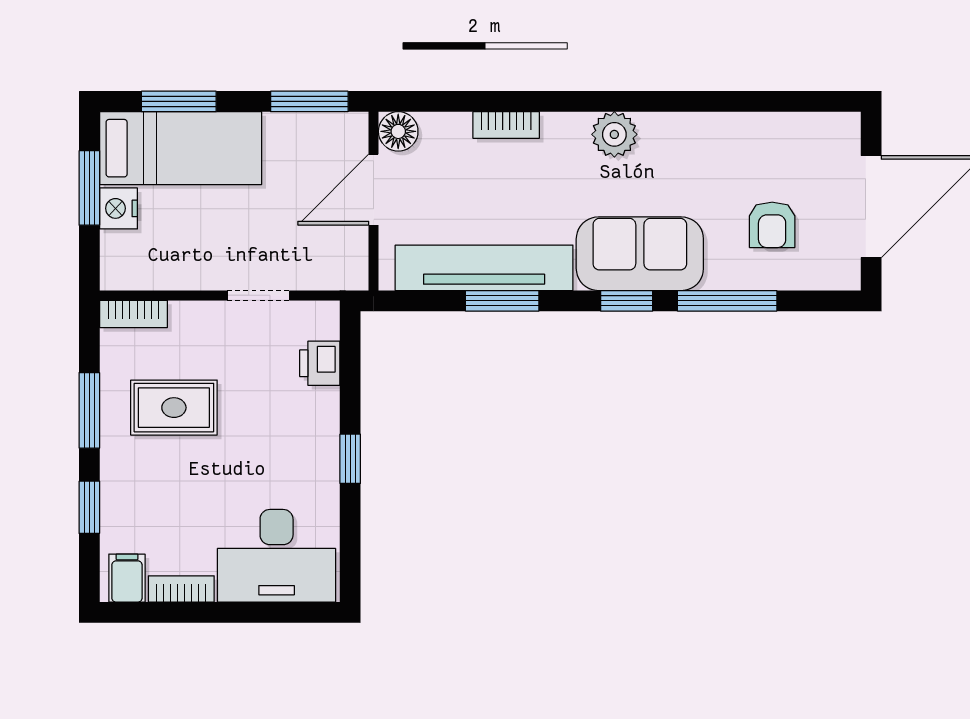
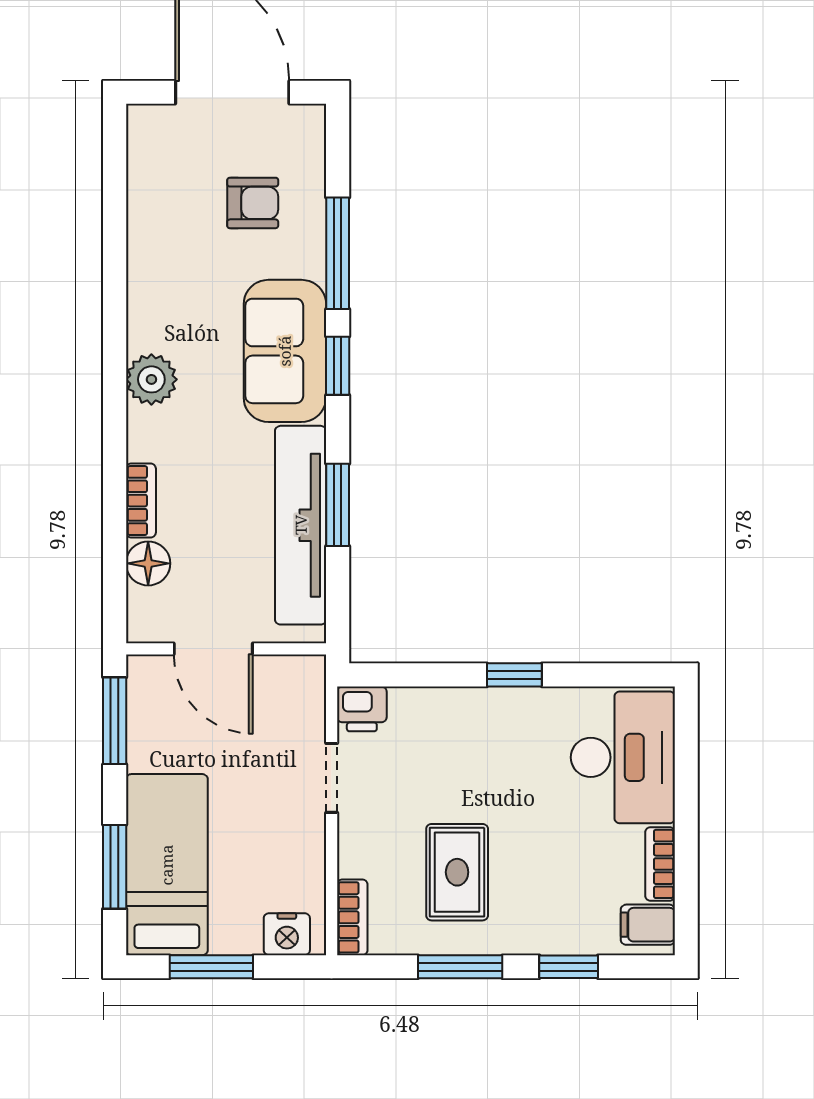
floor lamp: (398, 131) -> (148, 563), moved
nightstand: (118, 208) -> (287, 934), moved
printer: (320, 363) -> (362, 709), moved

